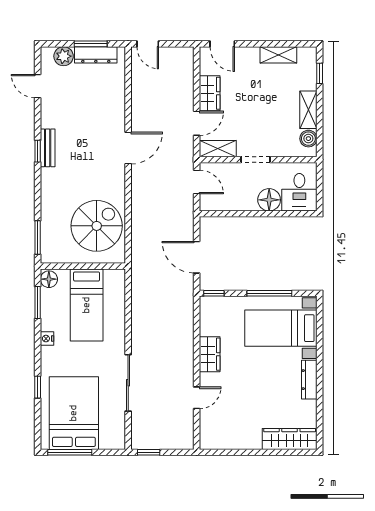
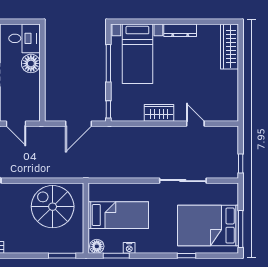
door: (197, 182) -> (16, 124), swing flipped
nightstand: (47, 339) -> (129, 248), moved

